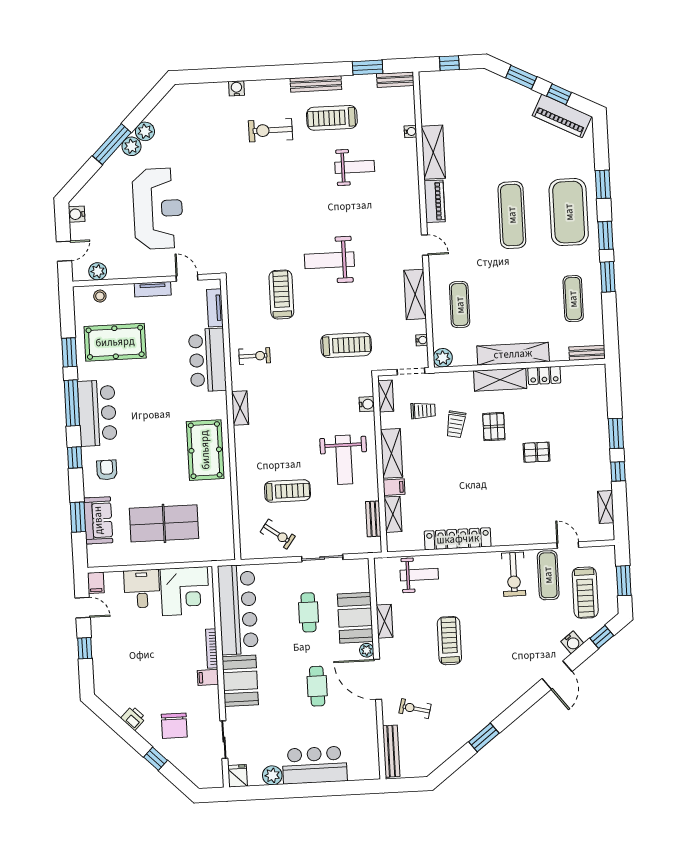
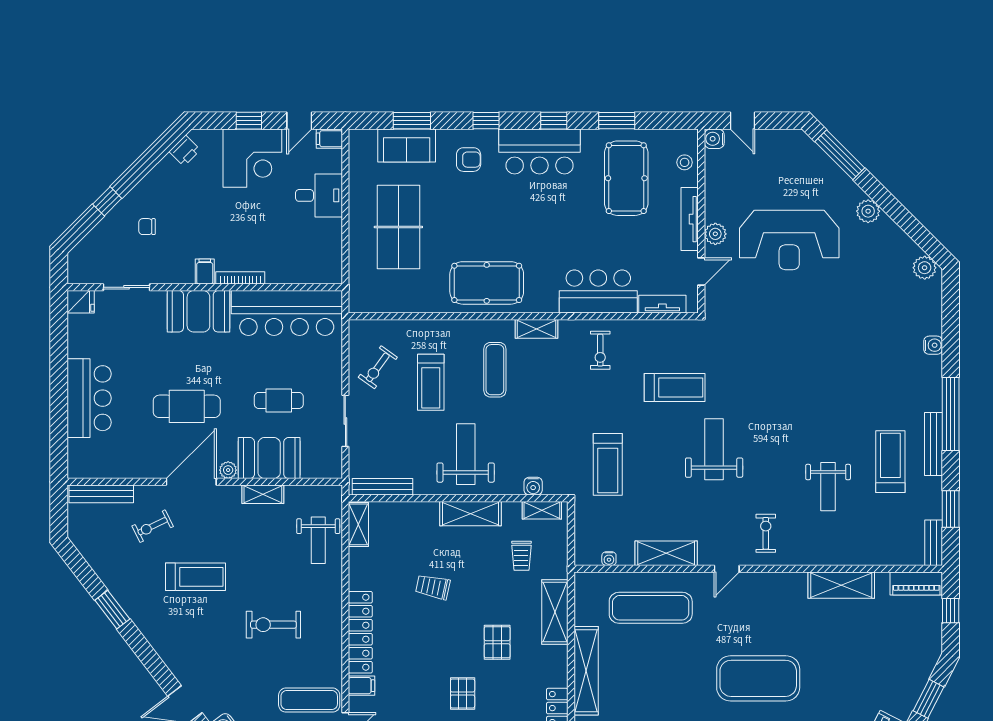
window: (291, 71) -> (951, 414), added
exercise bike: (271, 130) -> (766, 533), moved, width x0.73, depth x0.72
plant: (145, 131) -> (925, 268), moved
water cooler: (410, 132) -> (868, 558), removed
window: (112, 144) -> (840, 155), moved
piano: (435, 201) -> (916, 583), moved
water cooler: (77, 214) -> (714, 139), moved, turned -90
exercise mat: (512, 215) -> (758, 678), width x1.47
plant: (98, 271) -> (715, 234), moved
tv unit: (153, 289) -> (690, 219), width x1.41
exercise mat: (460, 305) -> (651, 608), width x1.36, depth x1.45
plant: (443, 358) -> (586, 583), removed
doorway: (411, 371) -> (571, 543), removed
shelving: (500, 380) -> (555, 612), moved
window: (72, 403) -> (554, 121), width x0.46
trolley: (456, 424) -> (433, 587), moved
pallet: (494, 427) -> (497, 642), turned 90
exercise mat: (275, 440) -> (495, 370), added
weight bench: (344, 460) -> (466, 454), turned 90
filing cabinet: (394, 487) -> (362, 686), moved, turned -90
shelving: (393, 514) -> (358, 524), moved, turned 90
bench: (373, 519) -> (382, 487), width x1.36
locker: (458, 539) -> (360, 632), moved
exercise bike: (514, 574) -> (273, 625), moved
corner desk: (185, 591) -> (252, 158), moved, turned -90
treadmill: (449, 641) -> (195, 577), moved
cafe table: (317, 686) -> (187, 406), width x1.37, depth x1.35
exercise bike: (415, 709) -> (153, 526), turned -130
printer: (133, 718) -> (185, 151), moved
chair: (174, 726) -> (147, 227), width x0.54, depth x0.54
plant: (272, 775) -> (79, 345), removed

